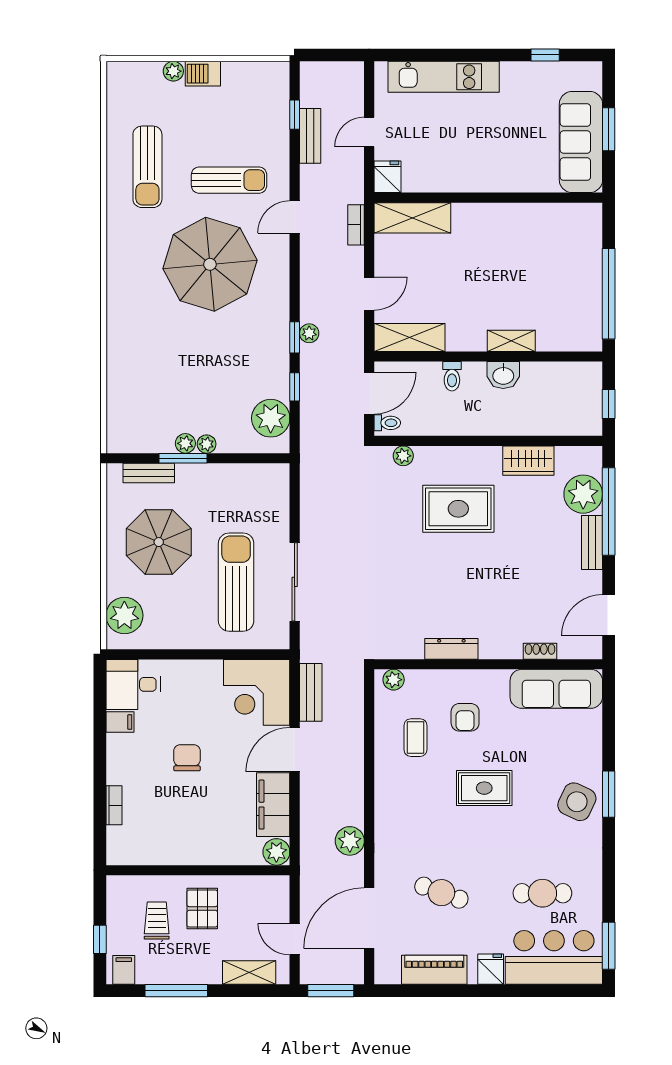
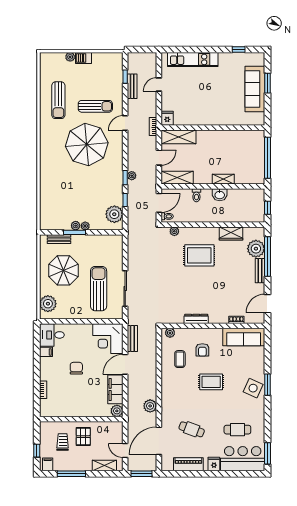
fridge: (387, 177) -> (167, 118), moved
wall: (488, 198) -> (213, 128), moved
shelving: (412, 218) -> (178, 137), moved

